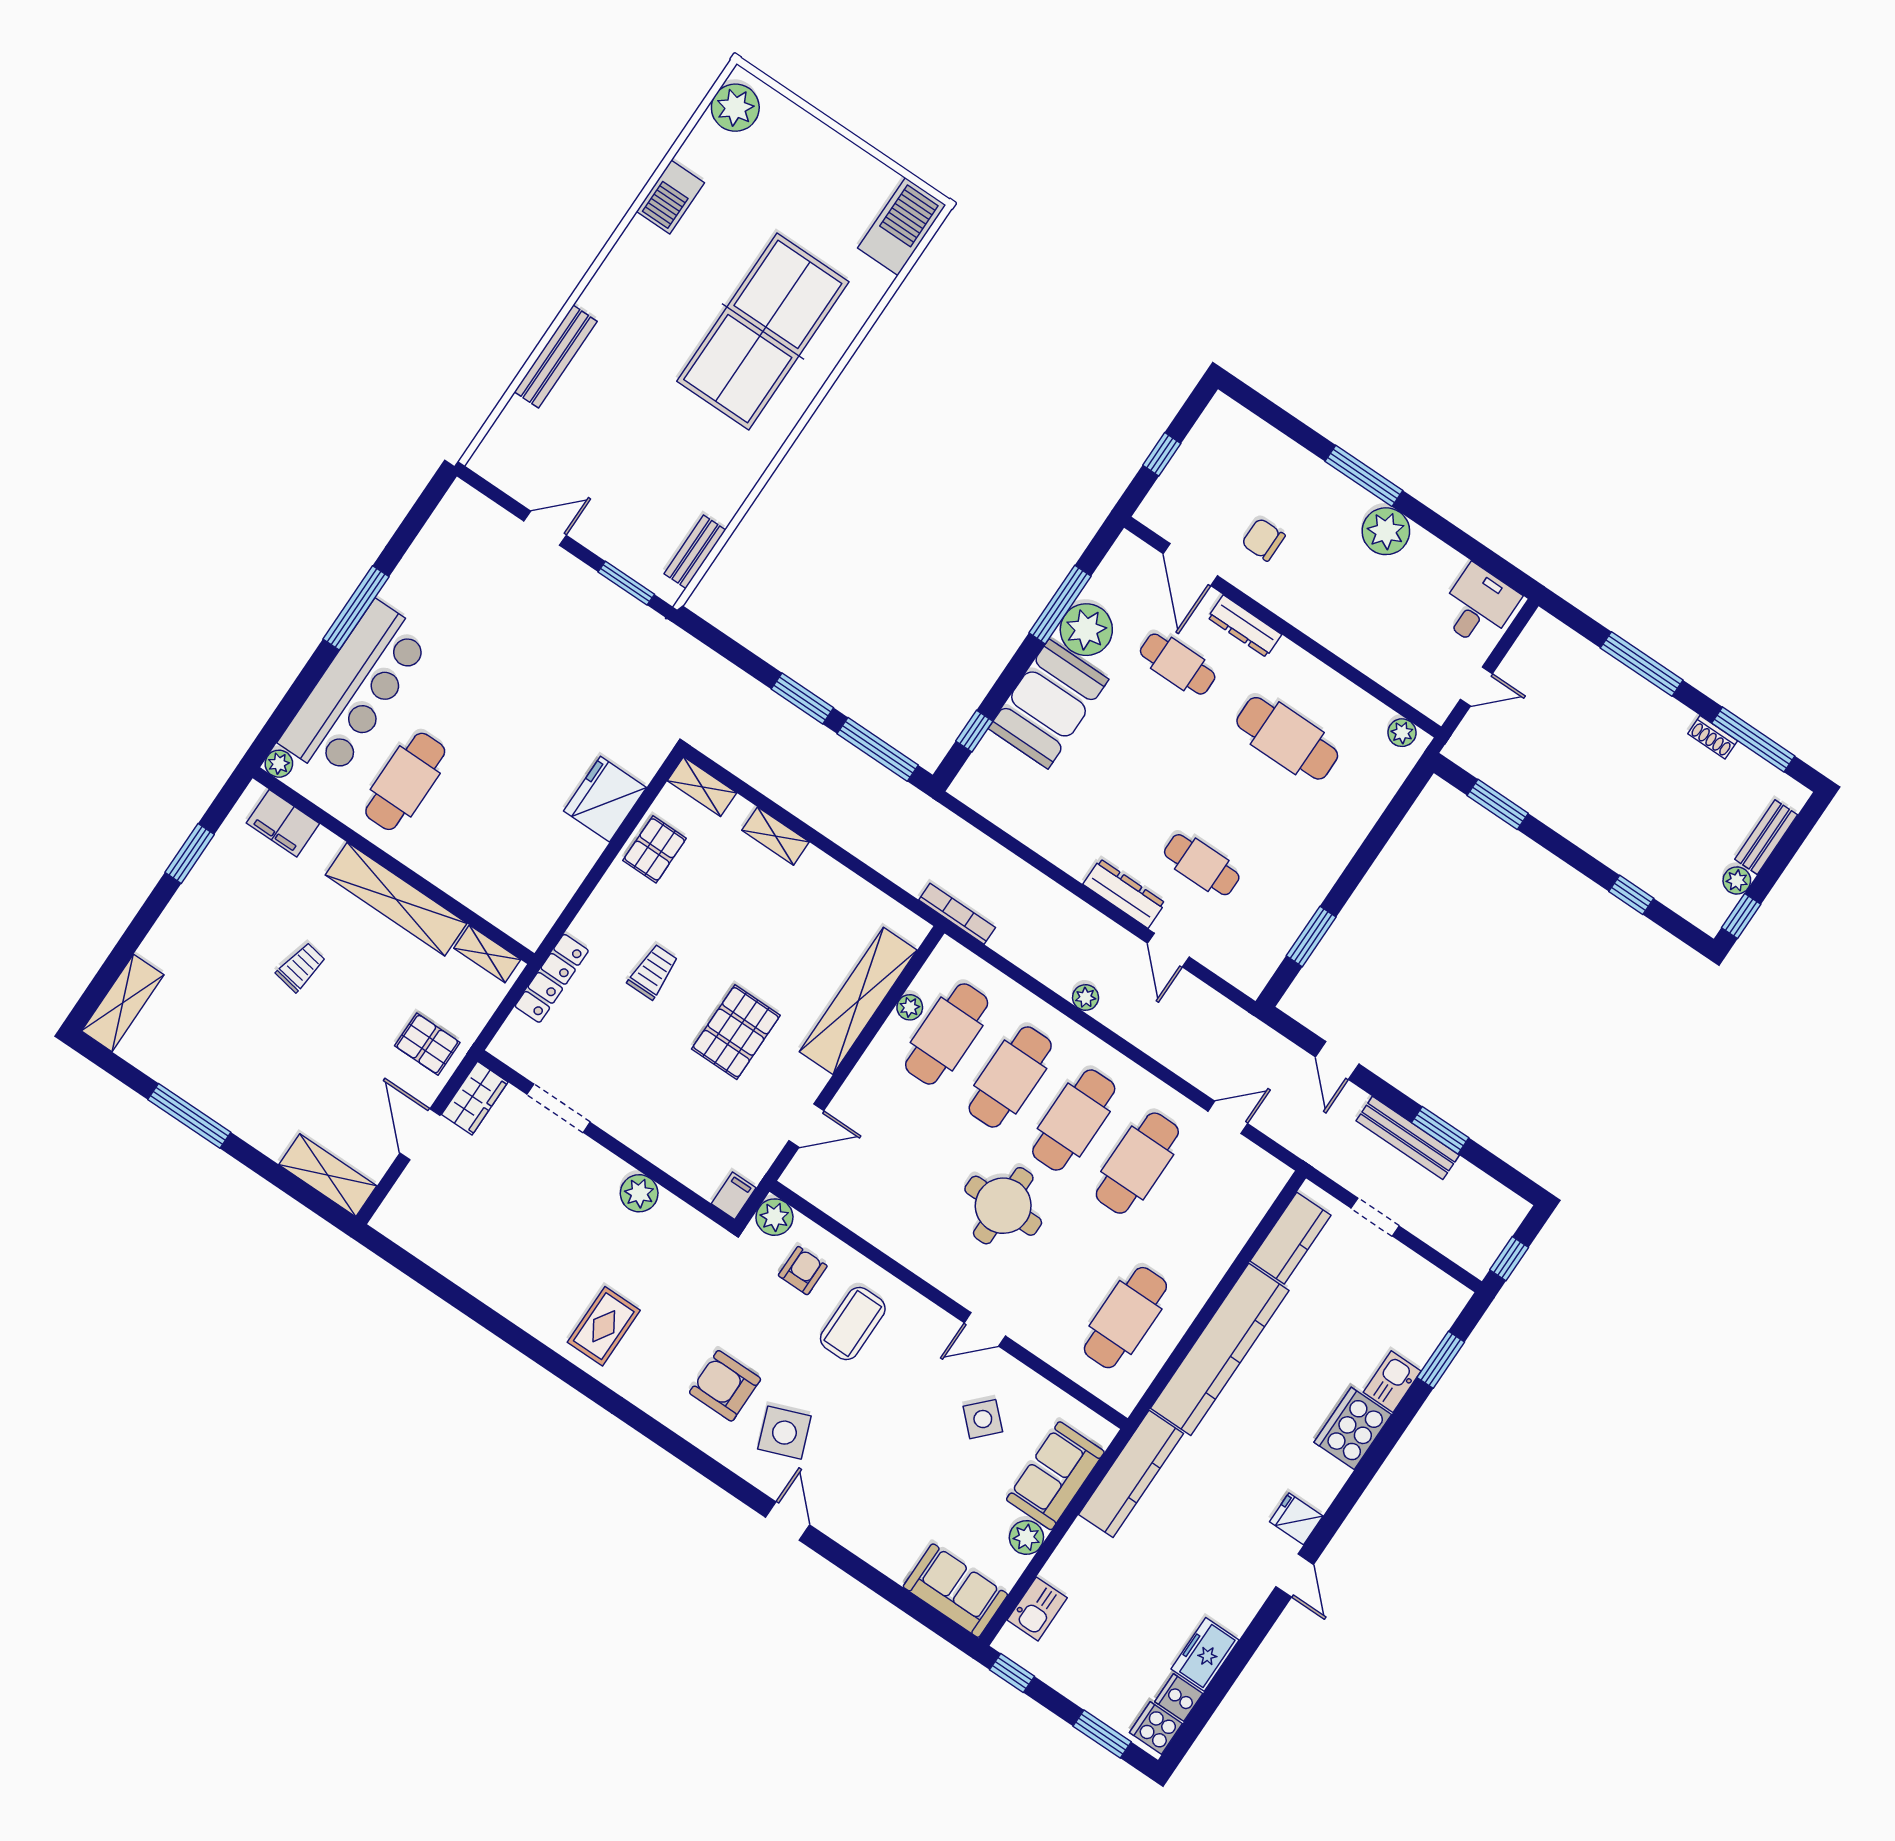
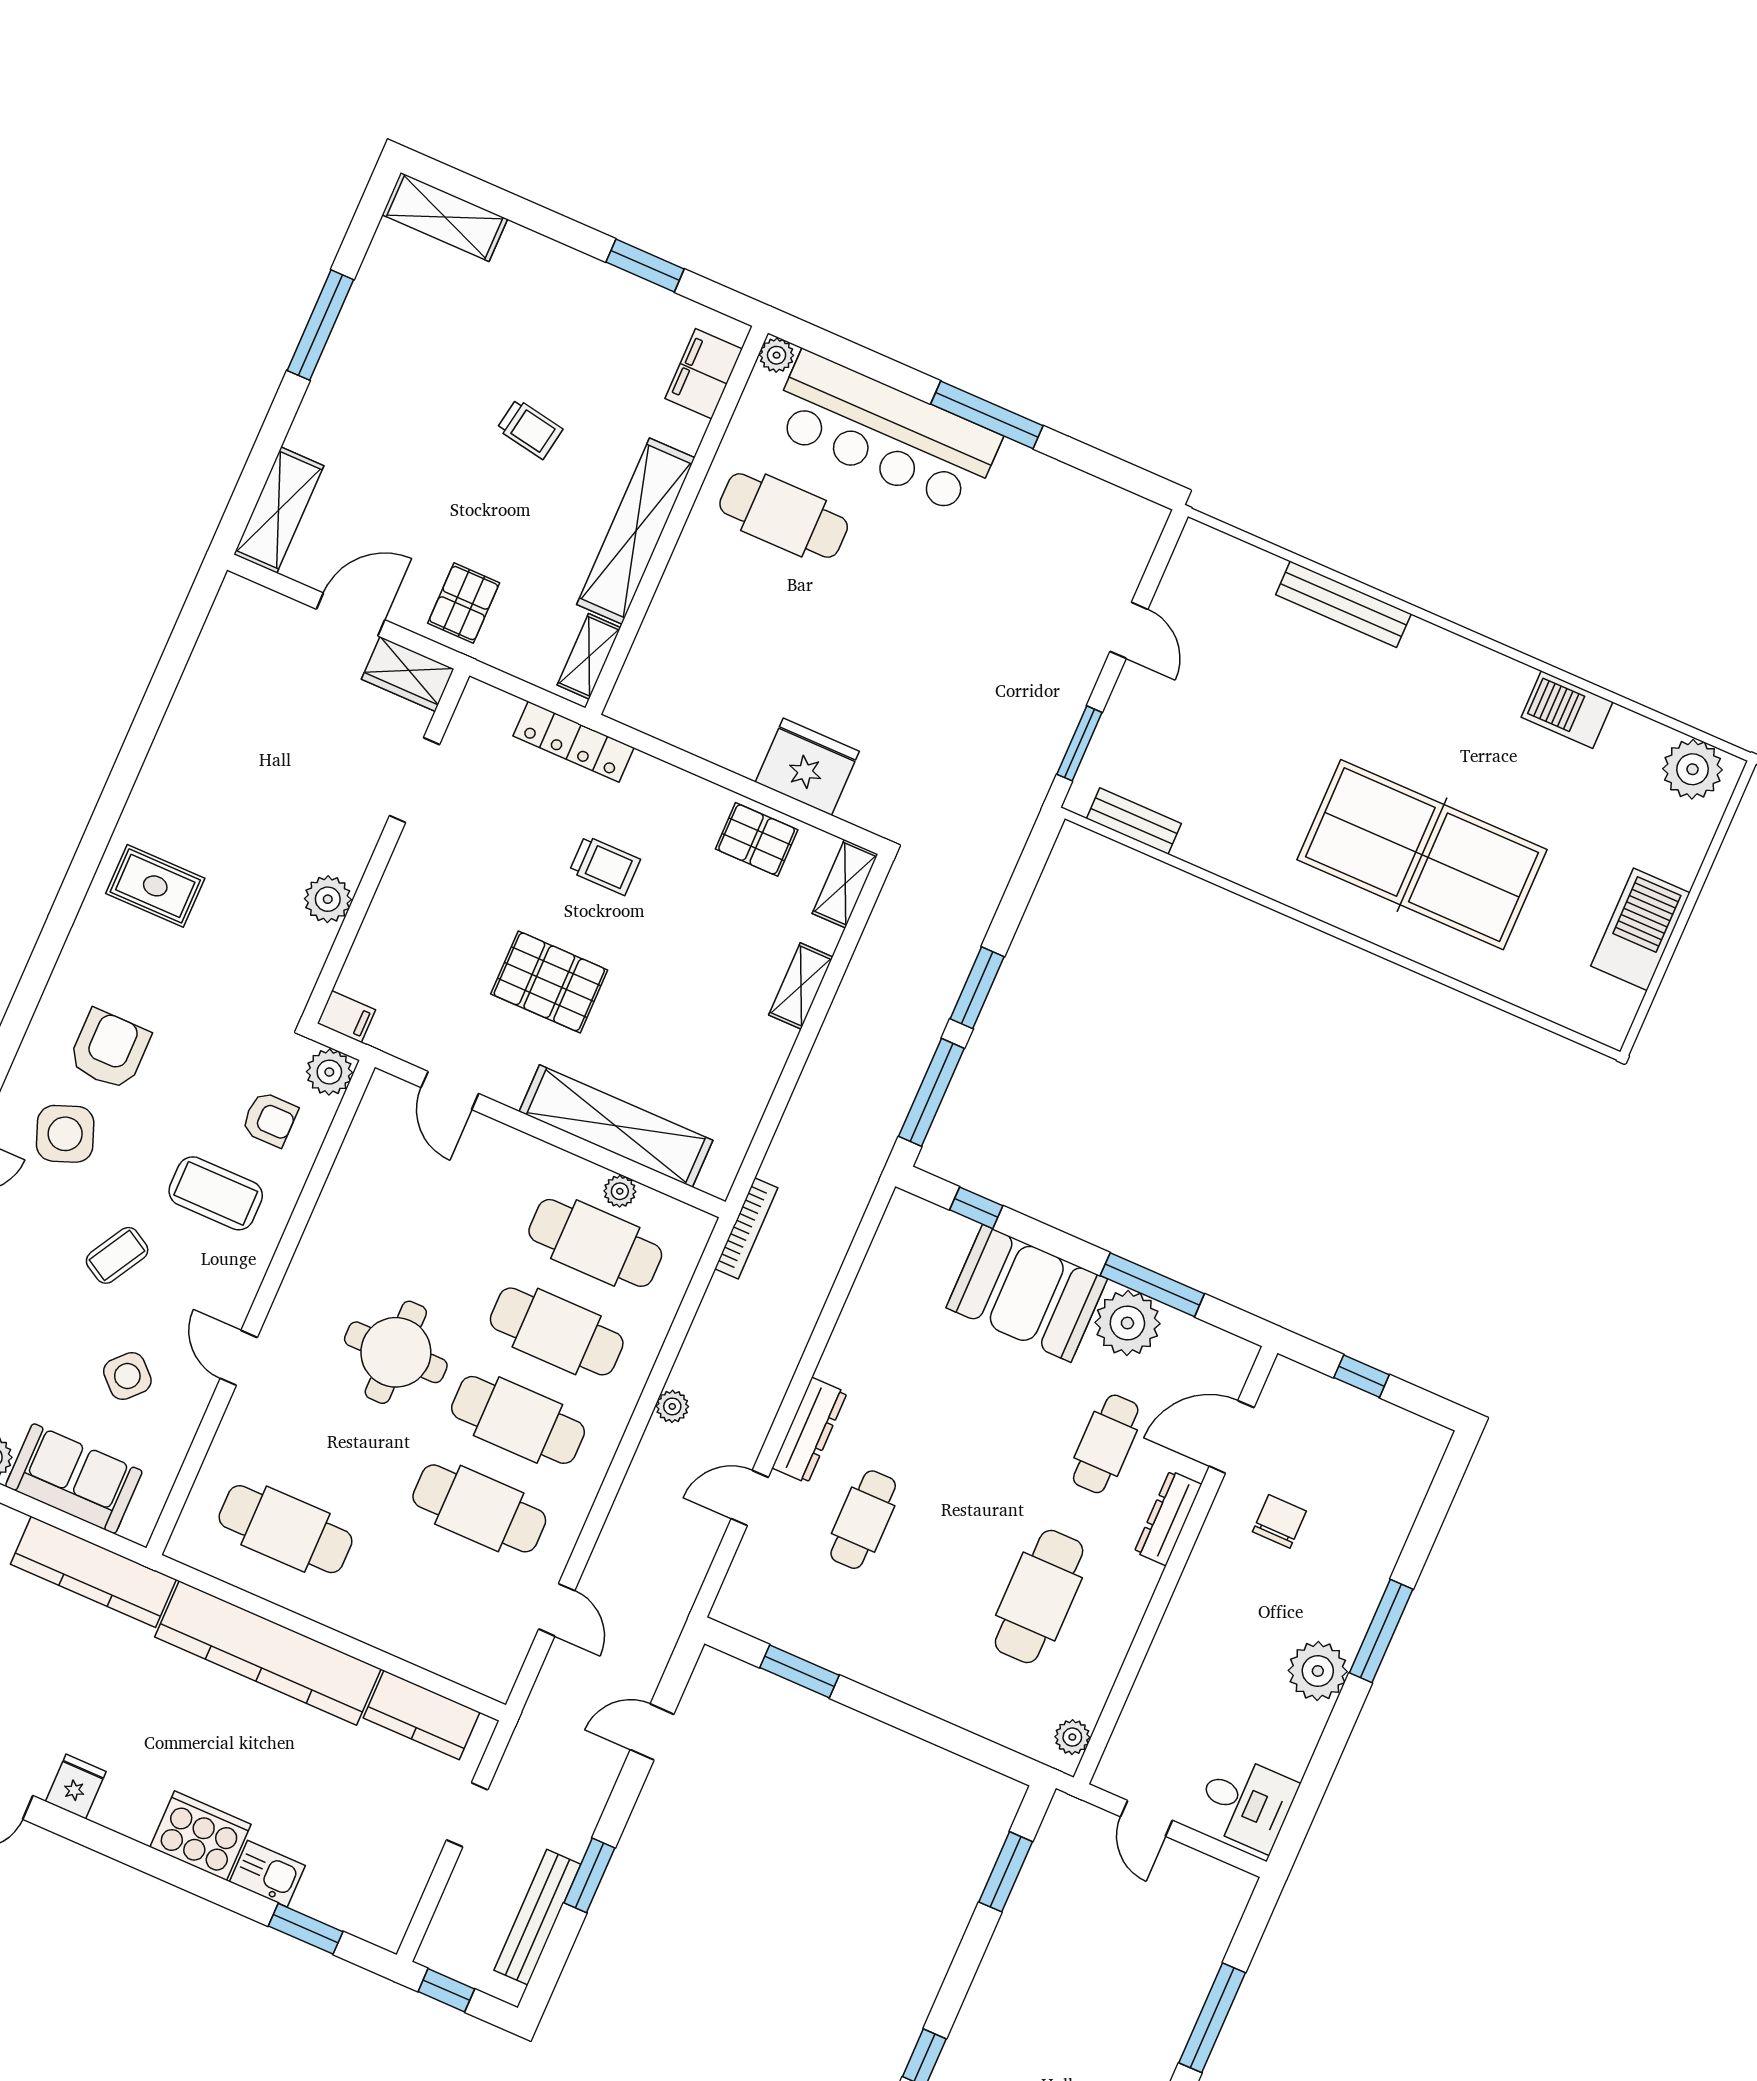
barbecue: (902, 226) -> (1640, 929), moved, turned -90
bench: (1408, 1138) -> (537, 1917), moved
coffee table: (887, 1410) -> (117, 1255), added

